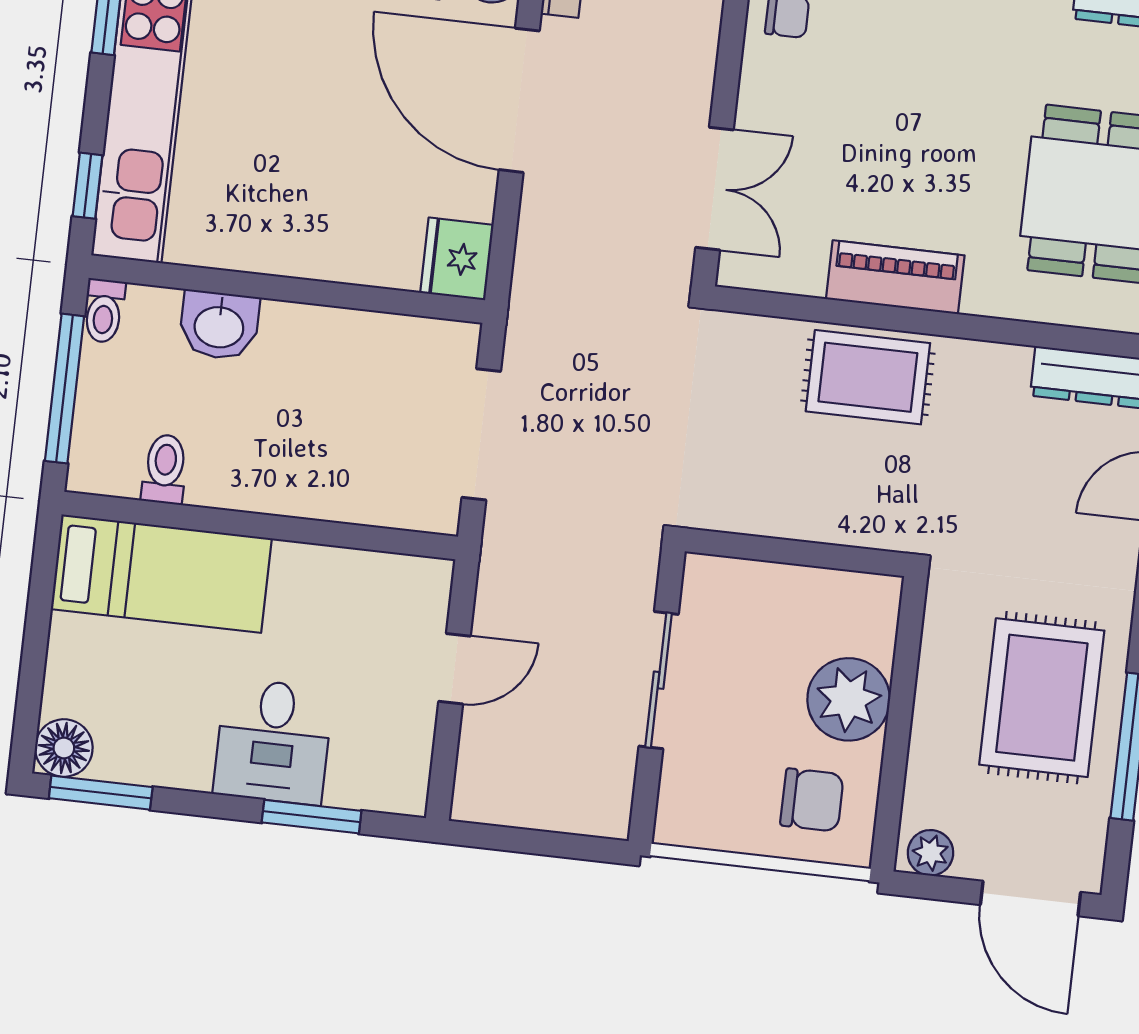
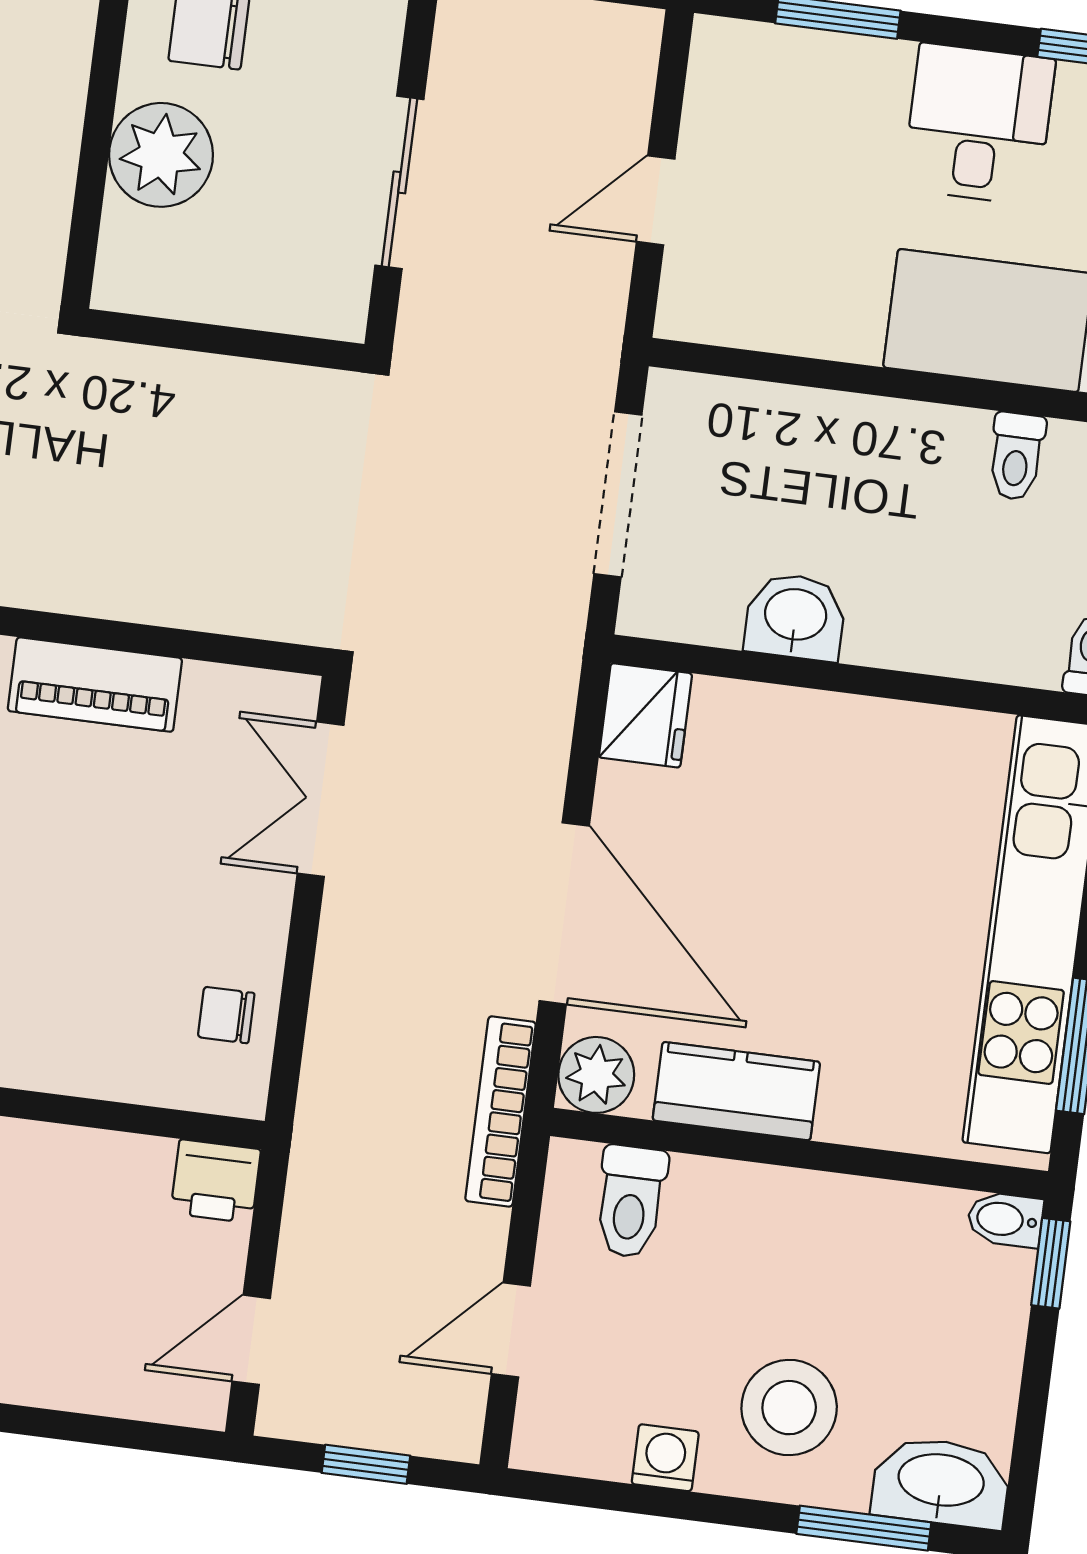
washbasin: (219, 325) -> (795, 617), moved
rug: (868, 377) -> (131, 559), removed
desk: (273, 741) -> (979, 124), moved

